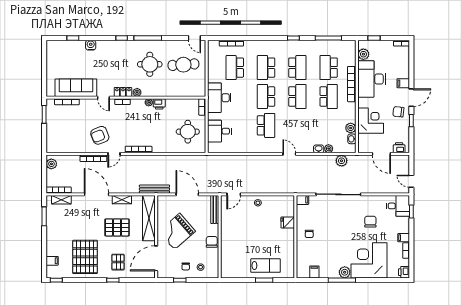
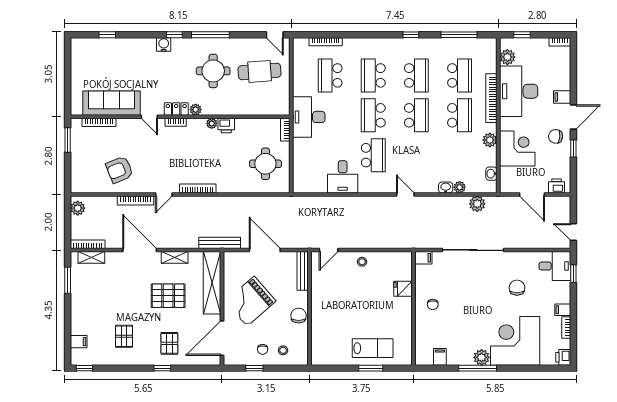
water cooler: (91, 45) -> (164, 45), moved
school desk: (329, 68) -> (460, 75), turned 180
plant: (351, 128) -> (490, 140), moved
desk: (219, 131) -> (343, 177), moved, turned -90
armchair: (100, 135) -> (119, 170), moved
pallet: (85, 257) -> (124, 336), width x0.49, depth x0.50

